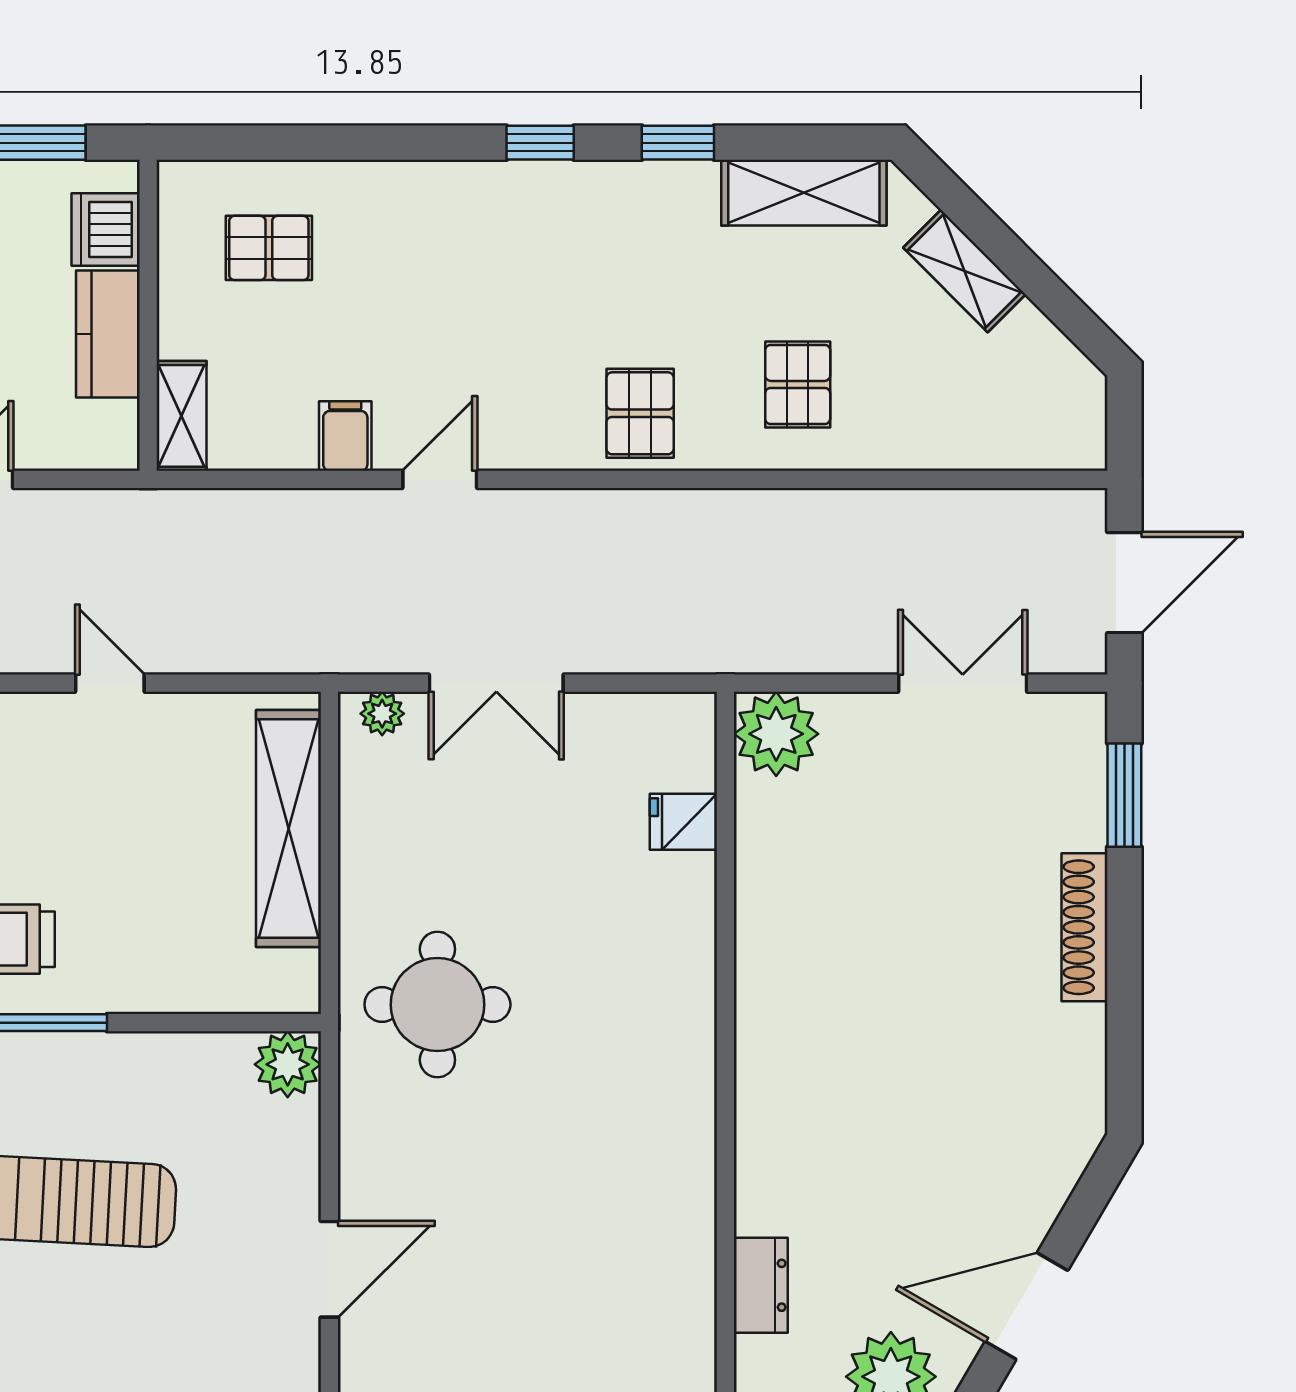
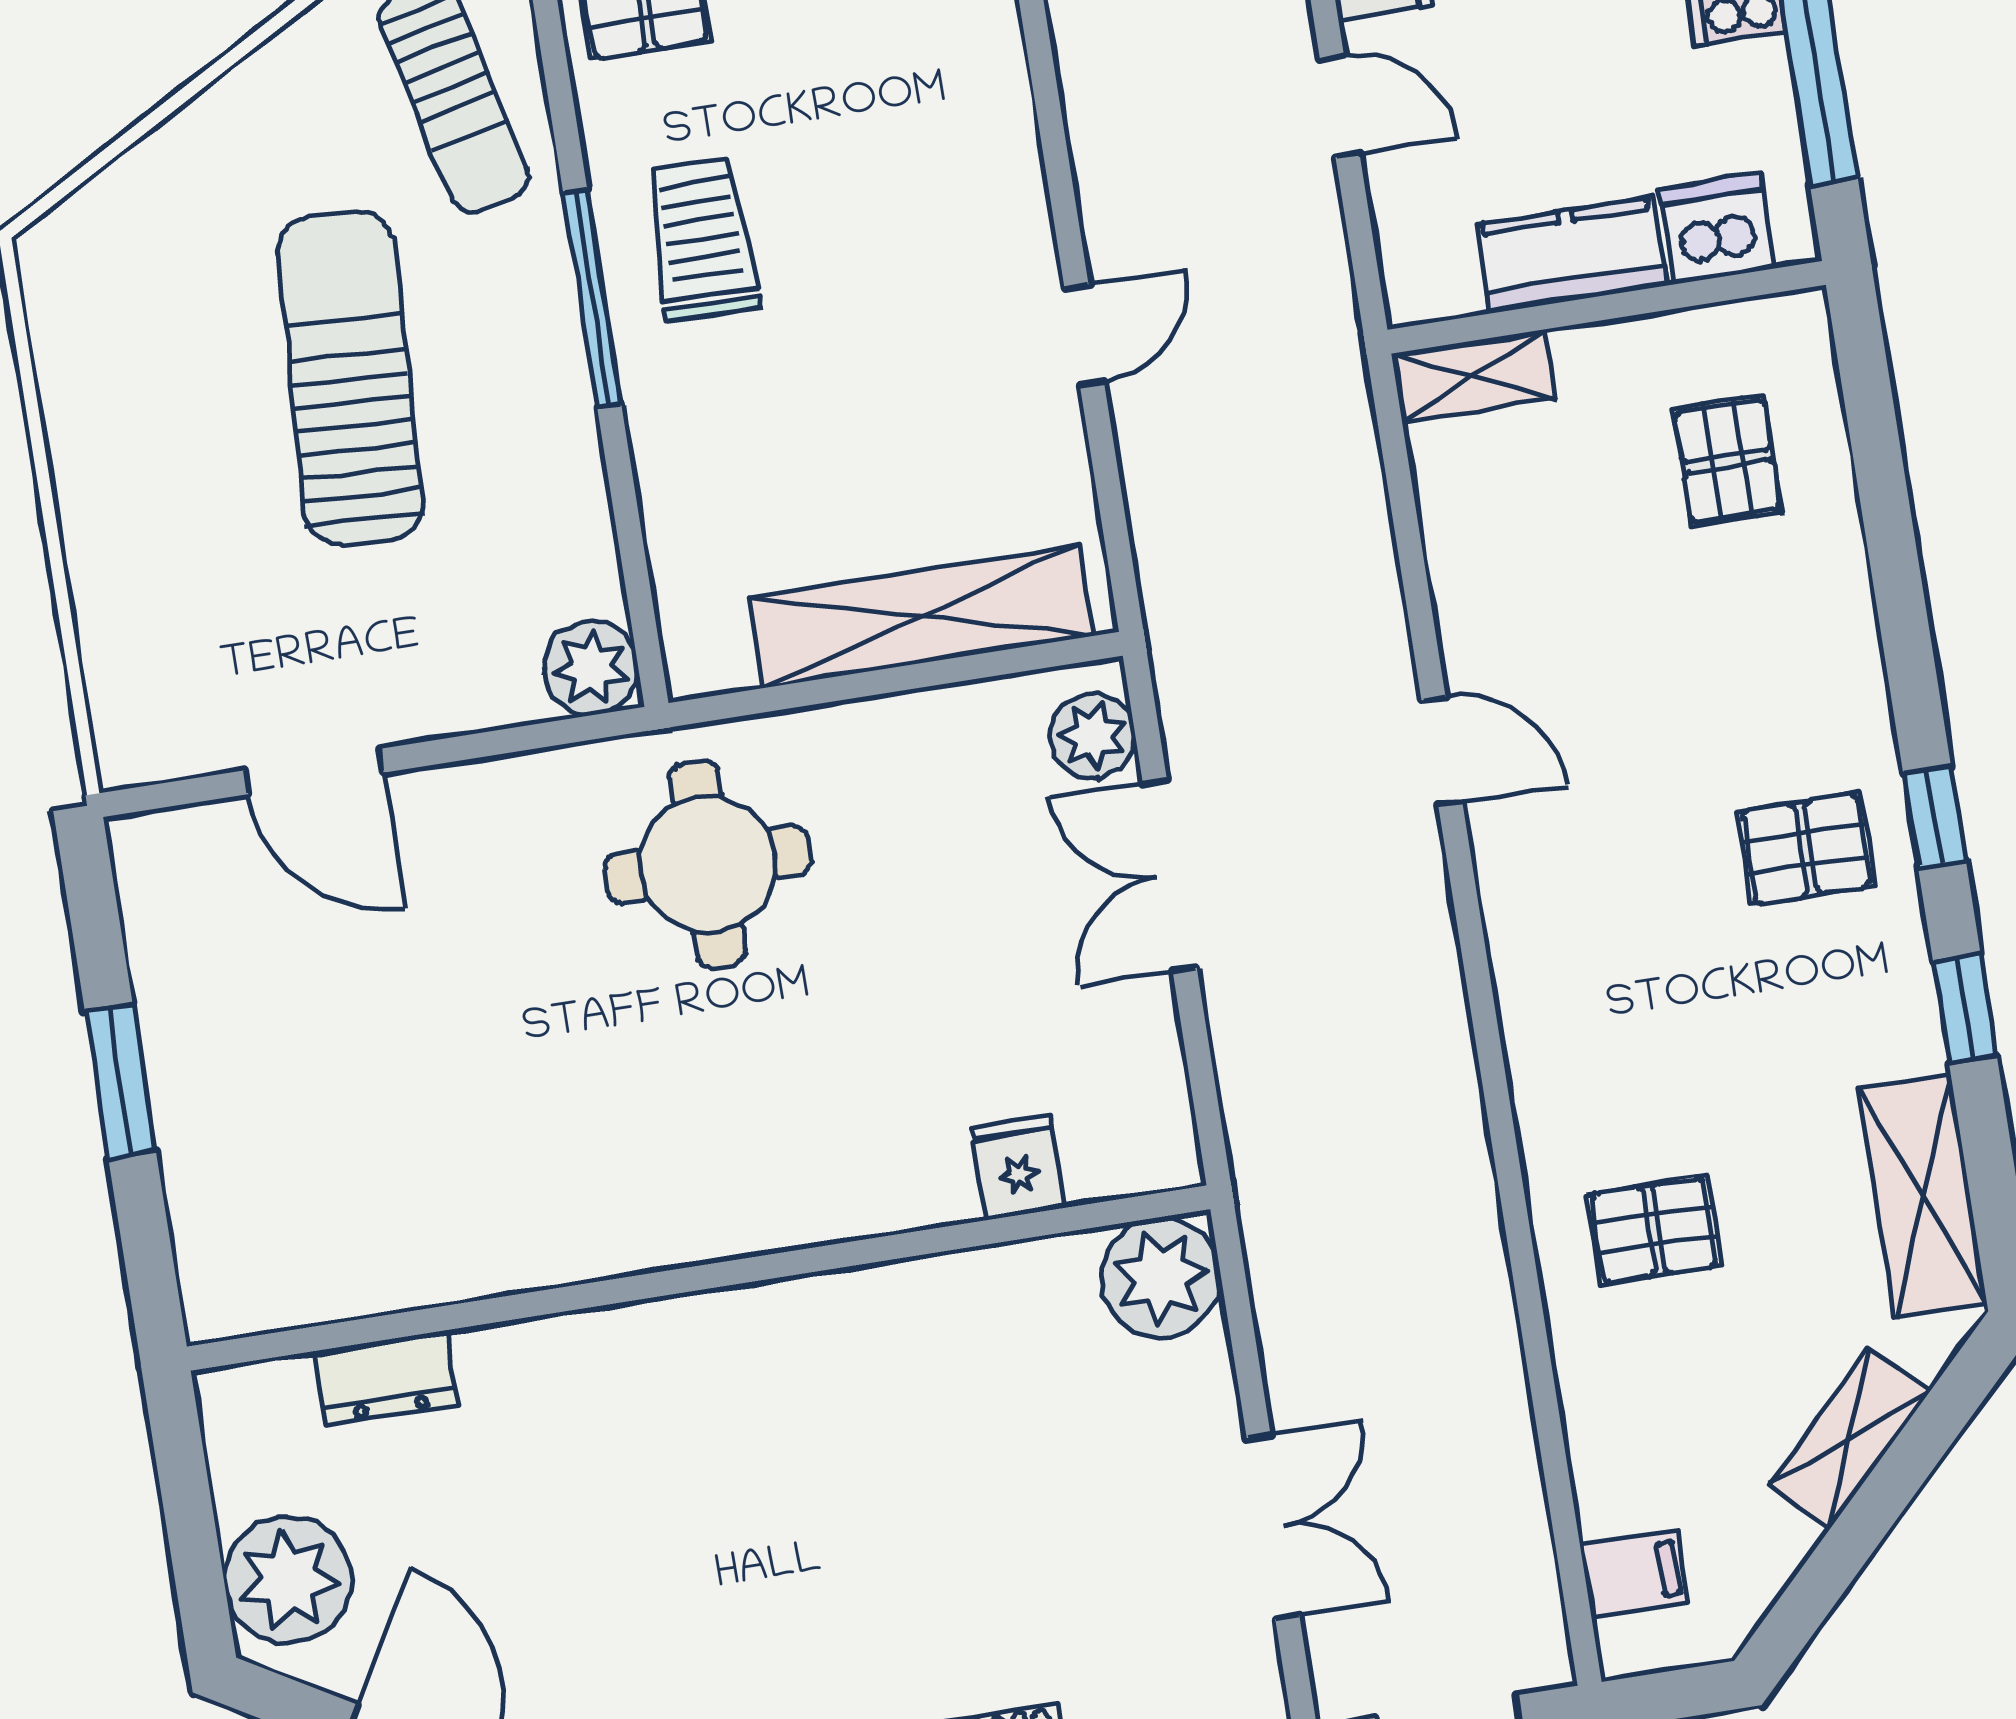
pallet: (640, 413) -> (1806, 849), moved
filing cabinet: (345, 436) -> (1634, 1574), moved
plant: (382, 714) -> (1092, 736), width x1.38, depth x1.38

